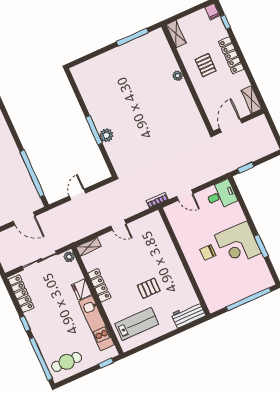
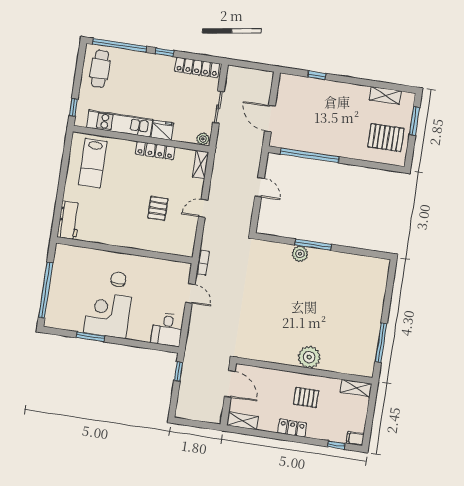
locker: (231, 55) -> (292, 428), width x0.66
plant: (178, 76) -> (309, 357), width x1.87, depth x1.87
door: (185, 195) -> (190, 293), swing flipped
door: (24, 219) -> (270, 119), hinge flipped
sliding door: (39, 260) -> (218, 107), width x0.73
pallet: (149, 288) -> (158, 208), moved

